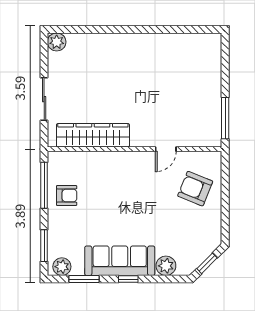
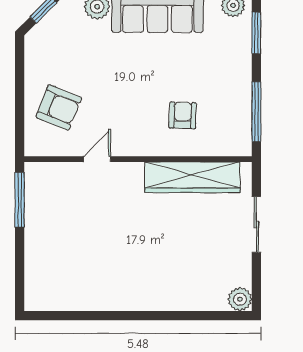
armchair: (67, 196) -> (183, 115), moved, turned 92

